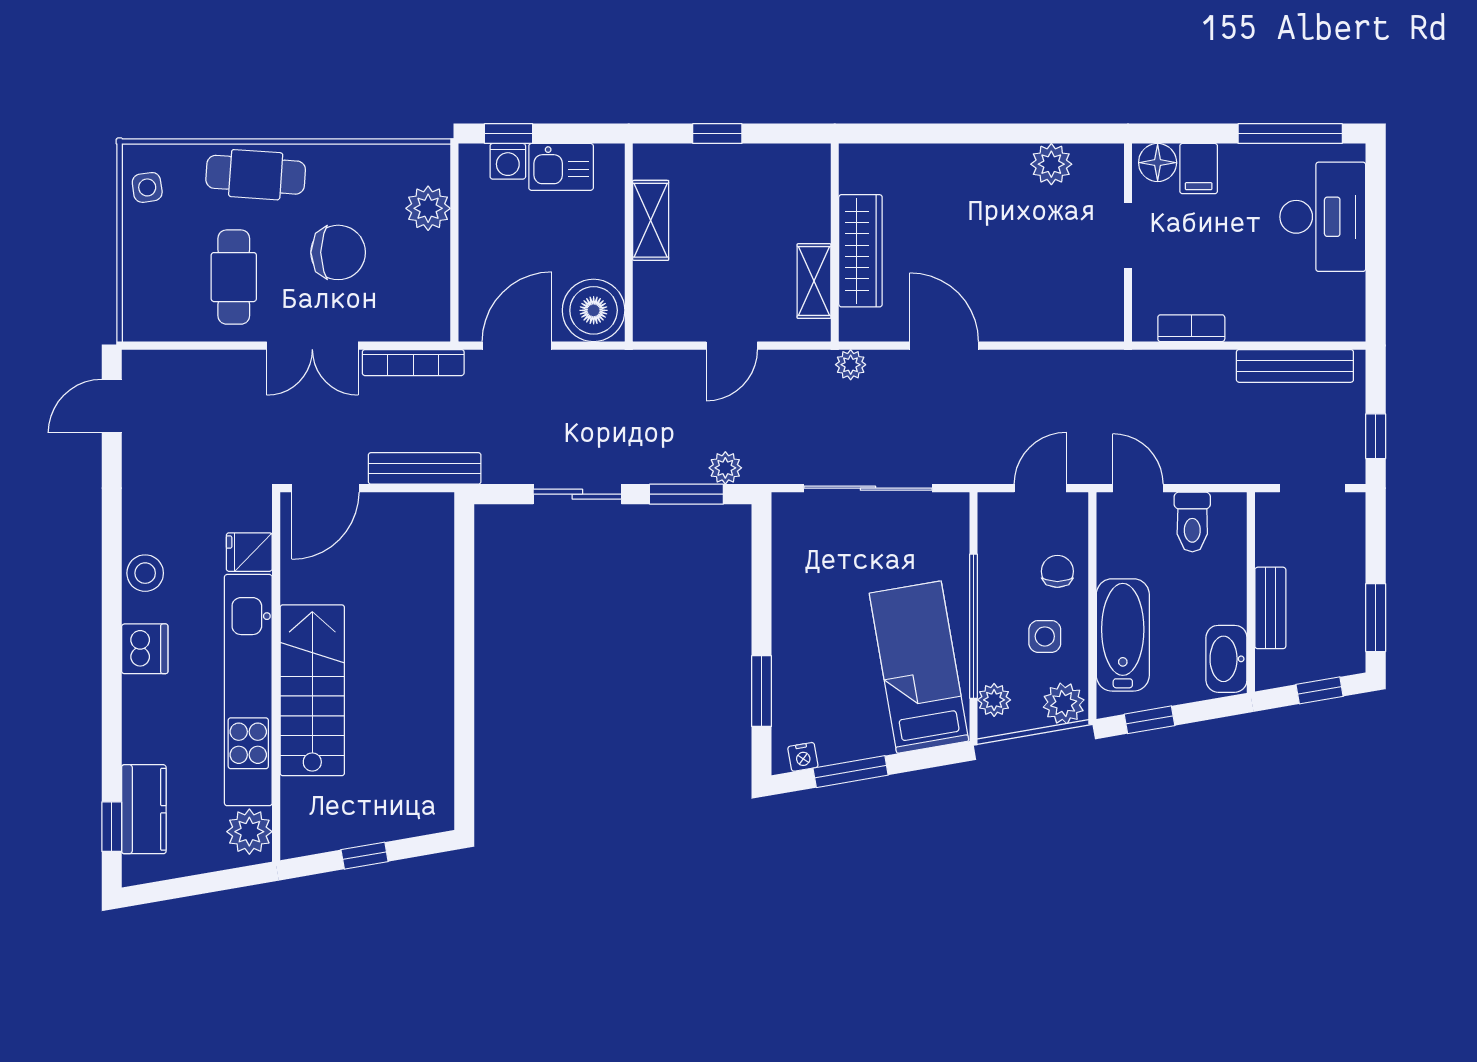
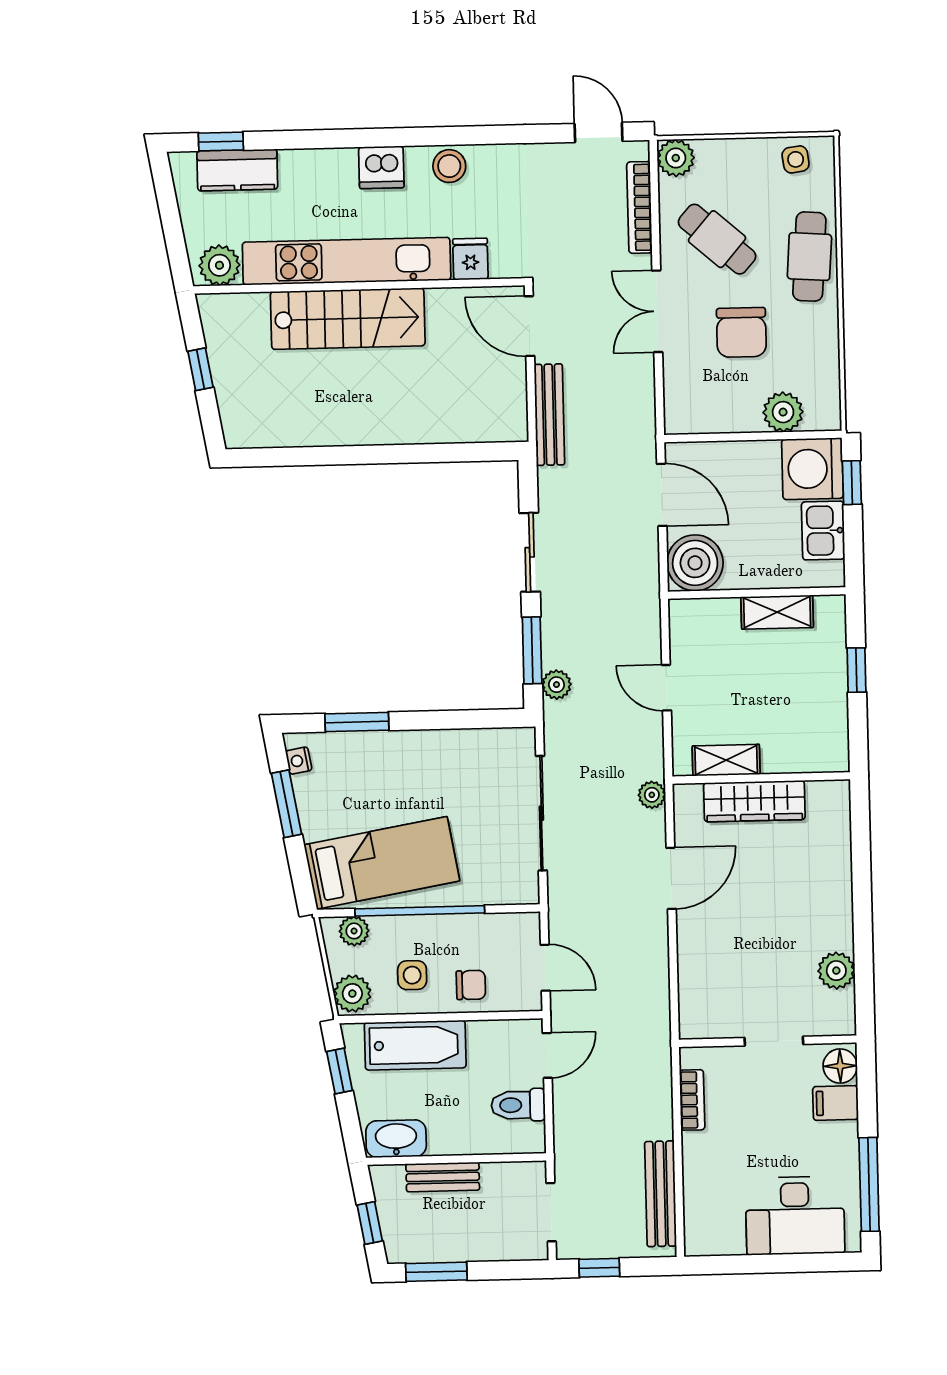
washing machine: (508, 161) -> (812, 469), width x1.89, depth x1.89
cafe table: (234, 277) -> (717, 239), turned 41
plant: (142, 321) -> (676, 158), added
bookcase: (413, 363) -> (639, 207), moved

